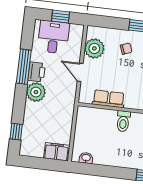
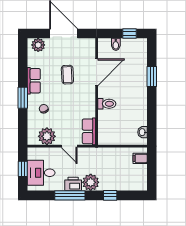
door: (80, 72) -> (69, 146), hinge flipped
row of seats: (109, 99) -> (89, 131), moved
window: (16, 132) -> (110, 195), moved
filing cabinet: (56, 152) -> (140, 158), width x0.50

